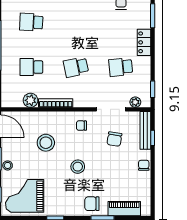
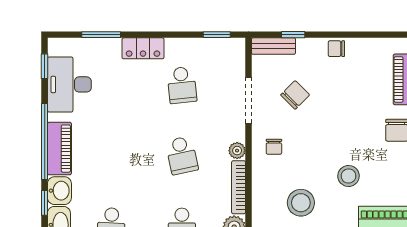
plant: (135, 102) -> (237, 151), moved
bench: (145, 130) -> (274, 46), width x0.73
chair: (114, 139) -> (295, 95), turned -54
stool: (78, 167) -> (349, 176), moved

